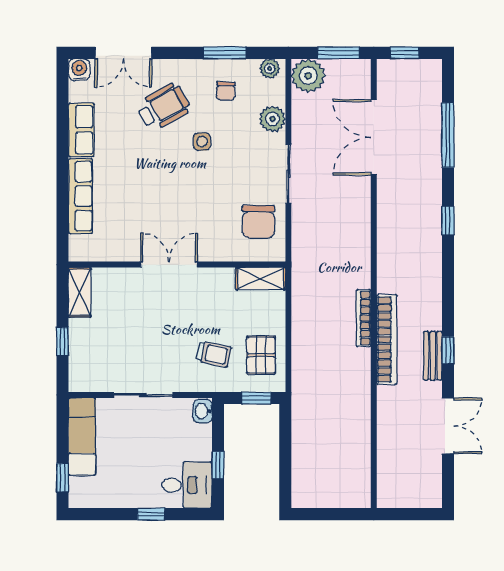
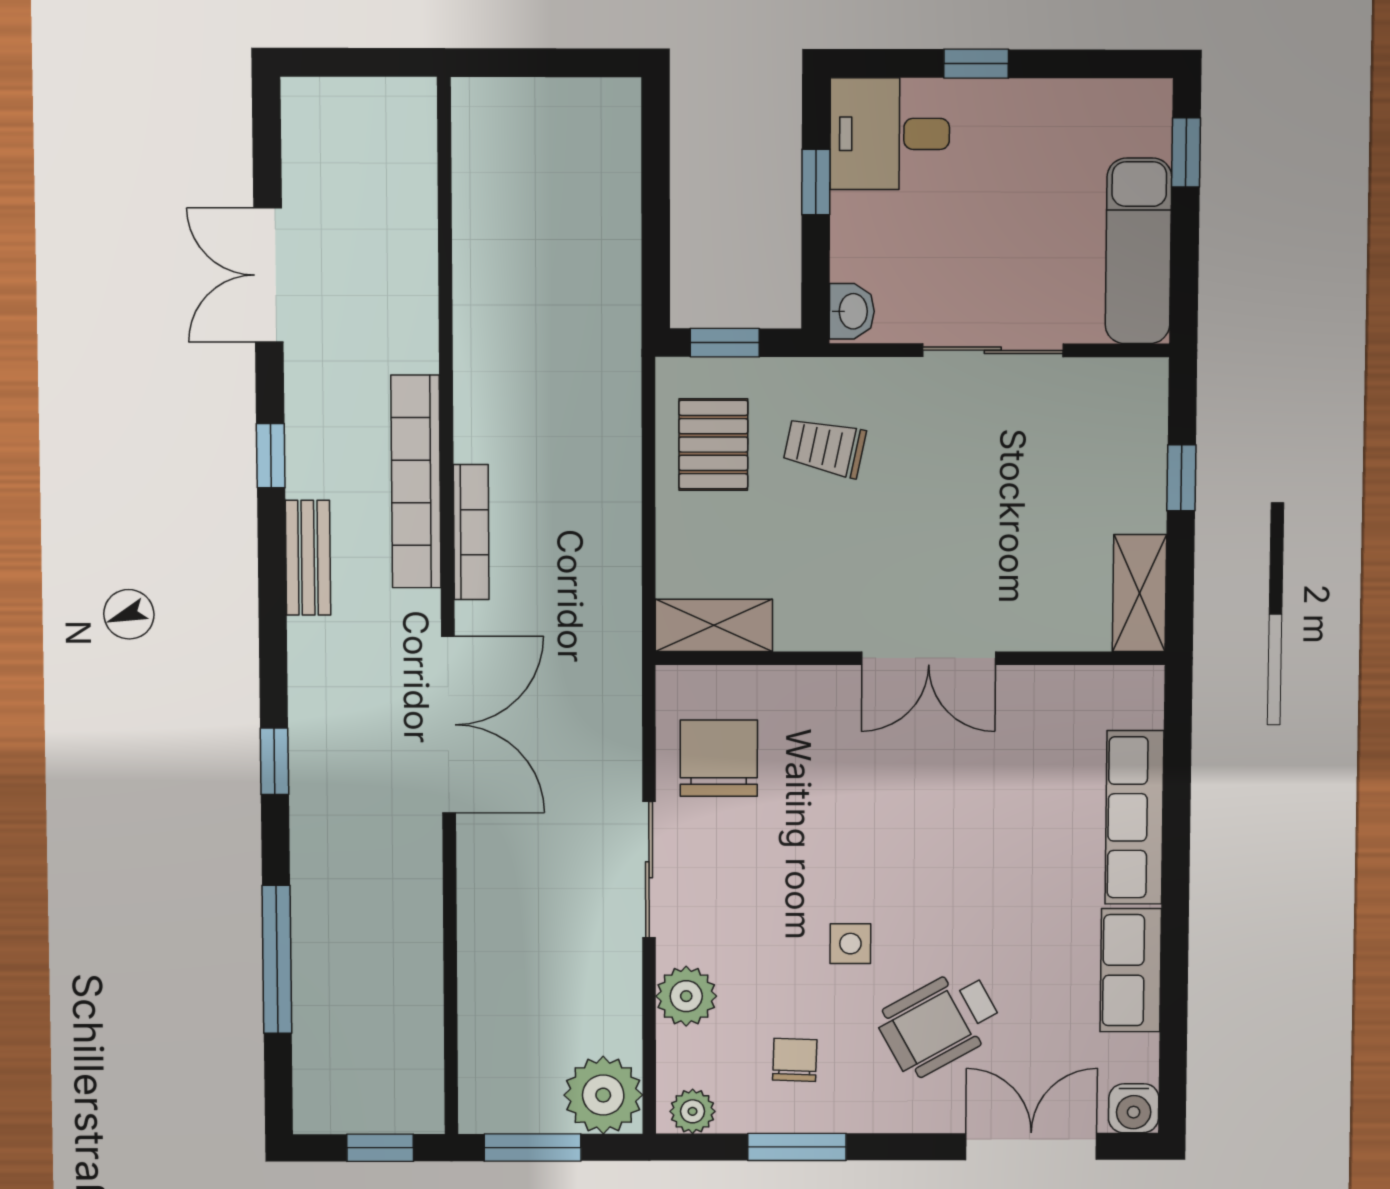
double door: (374, 137) -> (448, 725), moved
bench: (433, 356) -> (308, 558), moved

